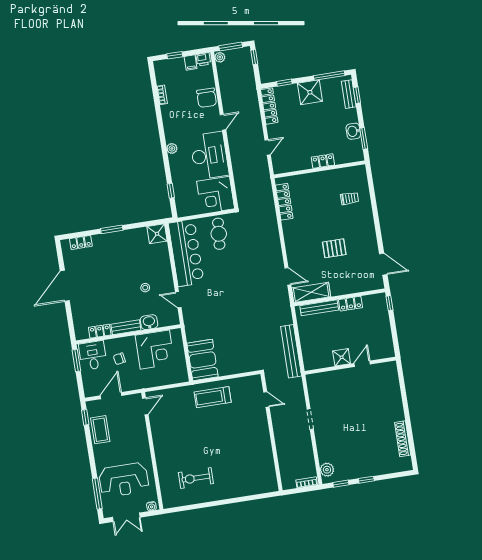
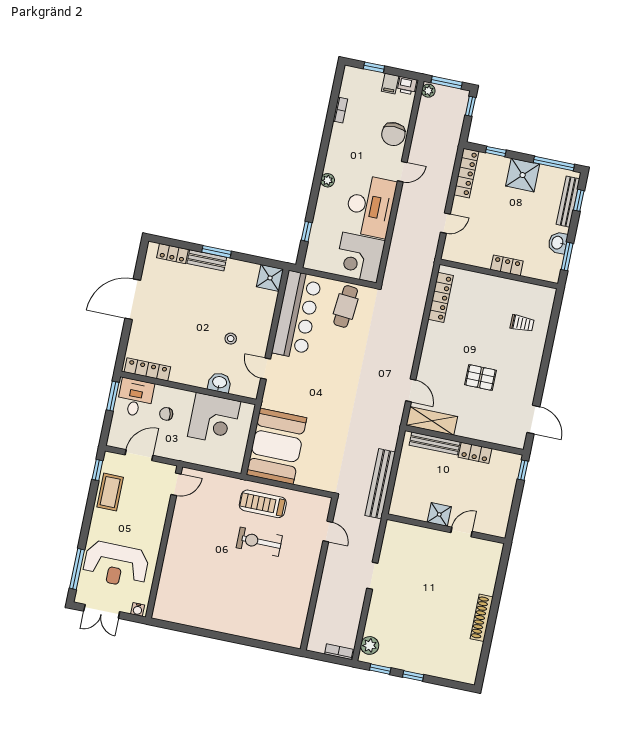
bench: (349, 94) -> (568, 202), width x1.36
bench: (126, 327) -> (207, 260), moved
locker: (100, 331) -> (147, 369), width x1.53
booth: (203, 360) -> (276, 446), width x1.36, depth x1.42
shoe rack: (403, 439) -> (482, 618), moved
exercise bike: (196, 478) -> (259, 542), moved

